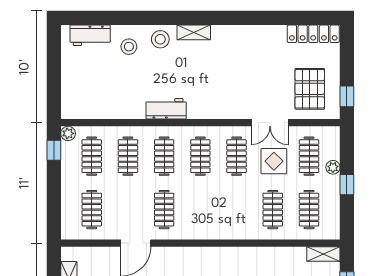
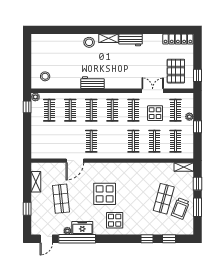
workbench: (90, 35) -> (131, 40), moved
stool: (129, 47) -> (45, 76), moved
double door: (270, 123) -> (153, 91), swing flipped
clothes rail: (92, 210) -> (133, 141), moved

